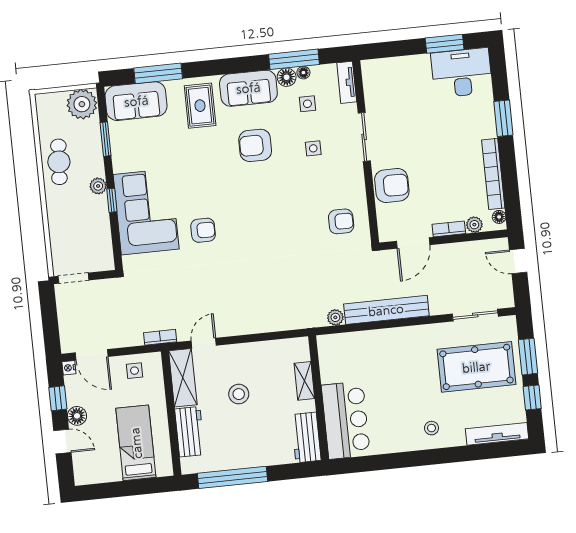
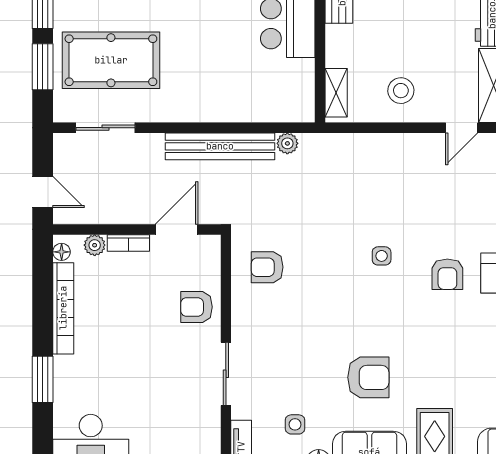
side table: (313, 148) -> (382, 256), moved
armchair: (392, 186) -> (196, 307), width x0.72, depth x0.72
armchair: (203, 230) -> (447, 274), turned -90
shelving: (304, 381) -> (336, 93), moved
stool: (239, 394) -> (401, 91), moved

